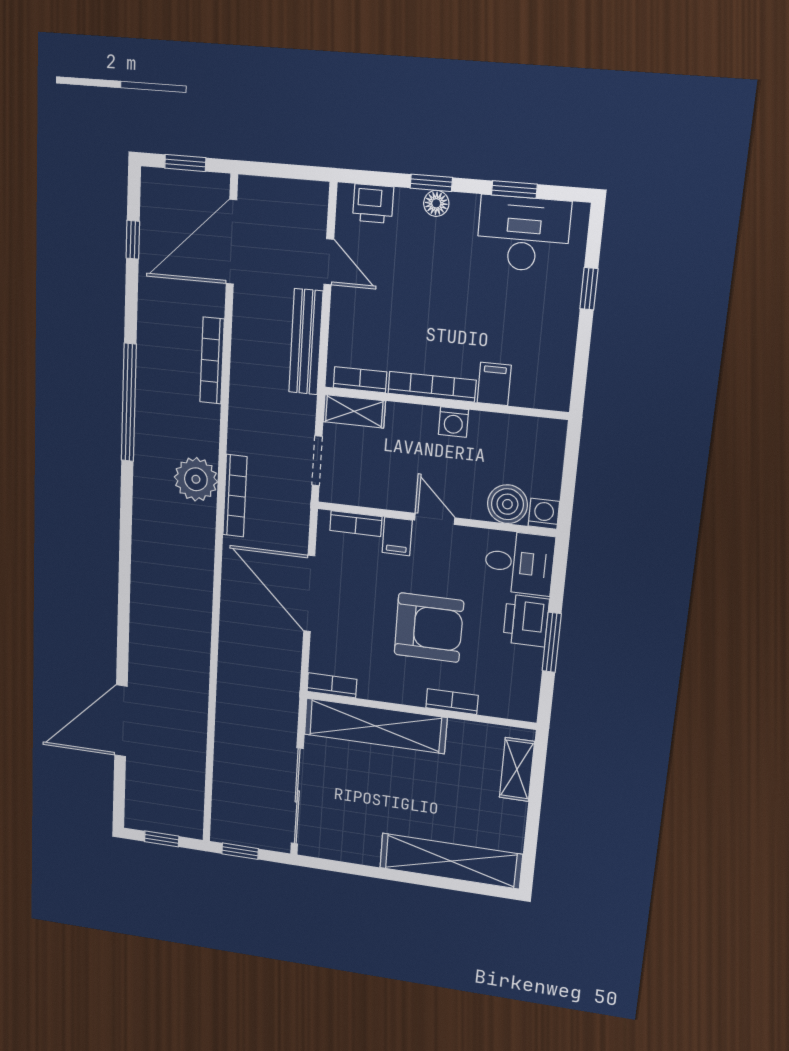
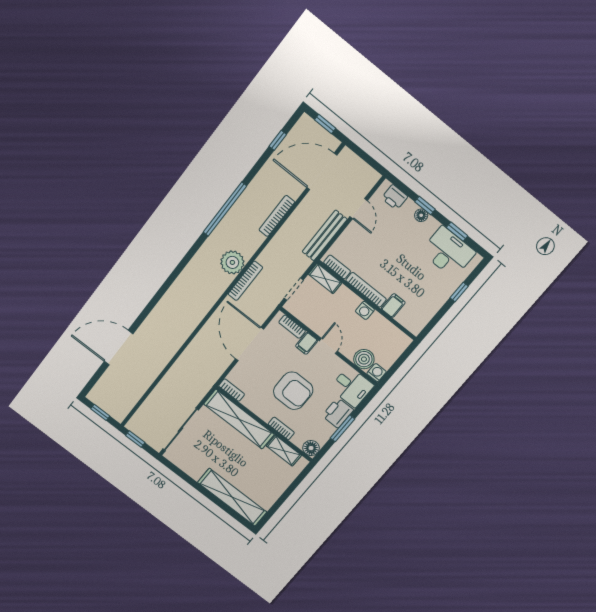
floor lamp: (522, 706) -> (311, 448), added
shelving: (517, 769) -> (284, 451), moved, turned 90

